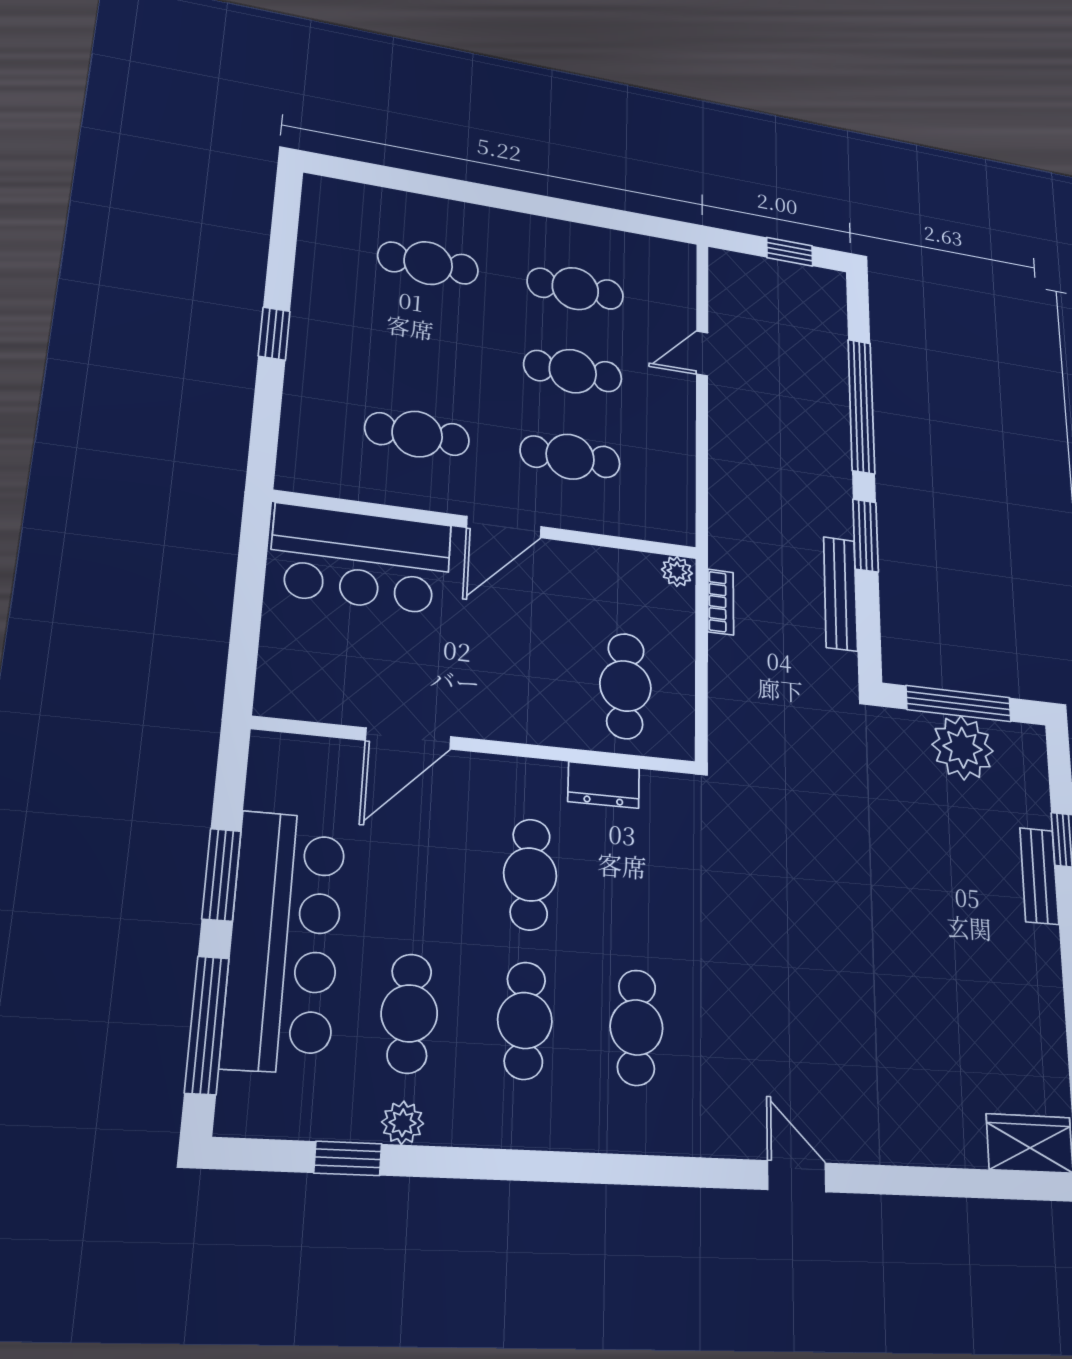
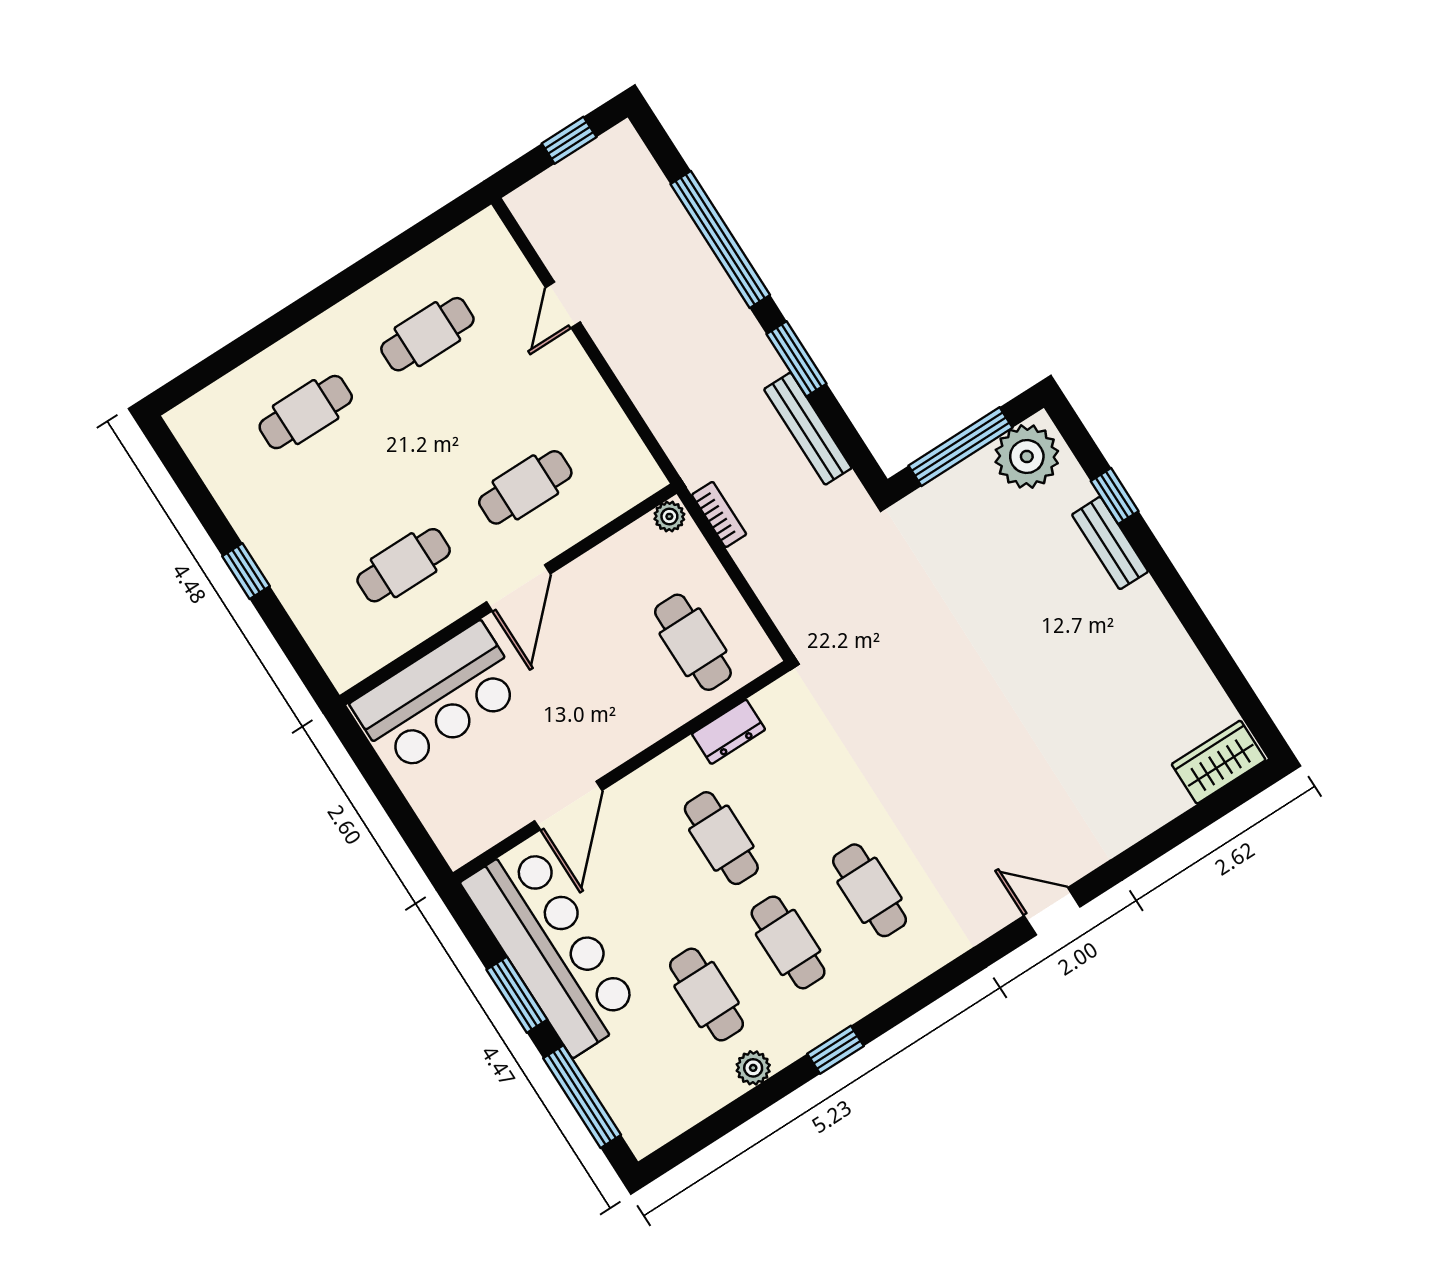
cafe table: (573, 371) -> (476, 411), removed
plant: (963, 748) -> (1027, 457), moved
bar counter: (285, 941) -> (552, 948), moved
window: (348, 1158) -> (835, 1050), moved

